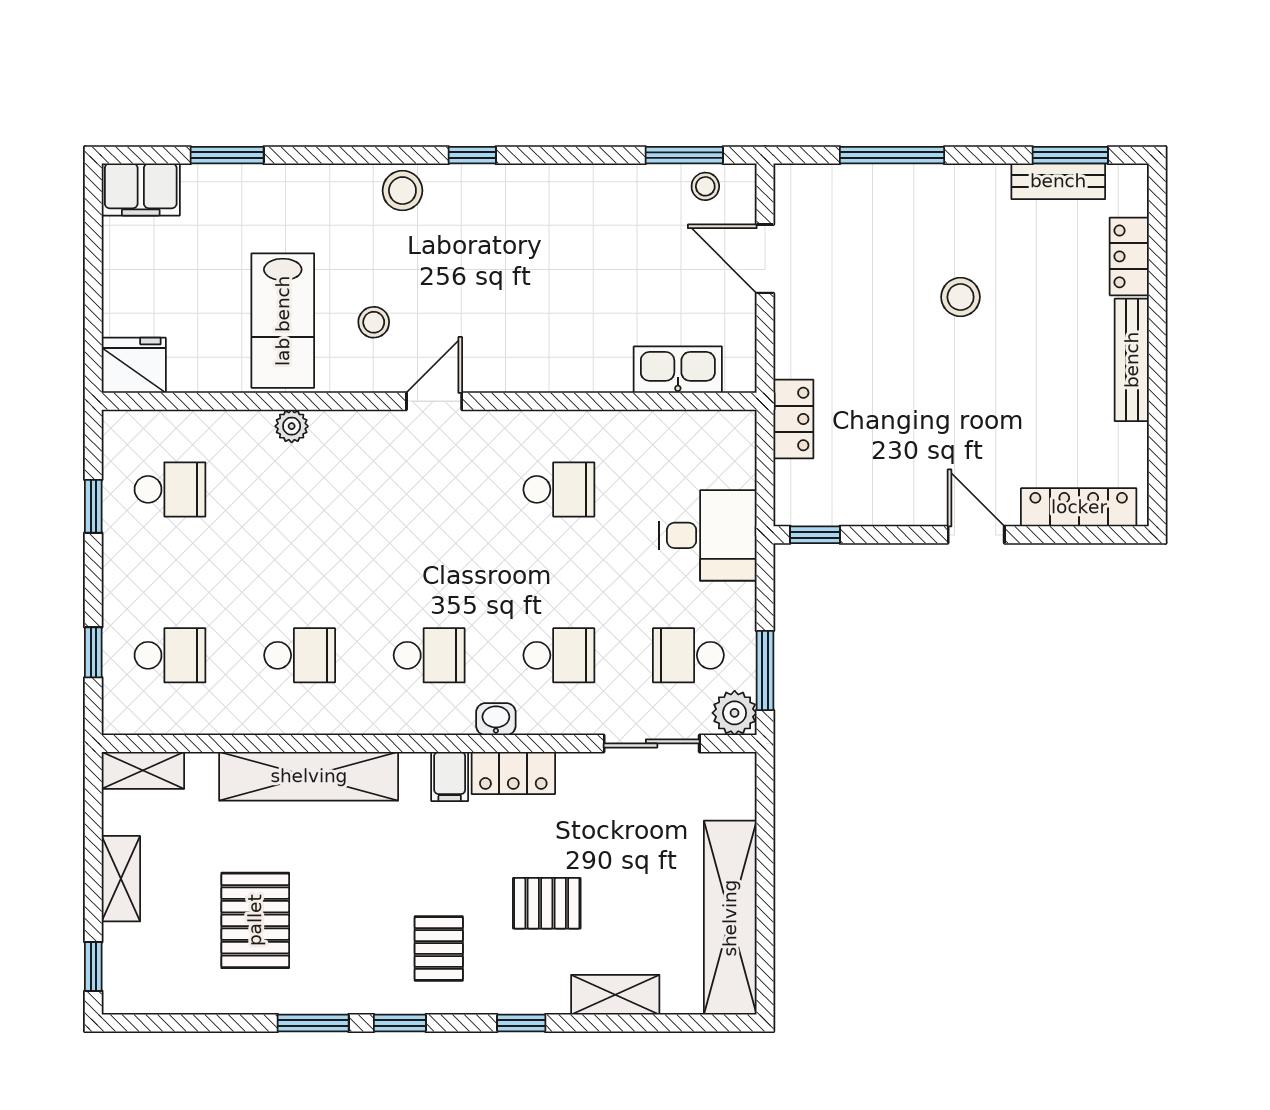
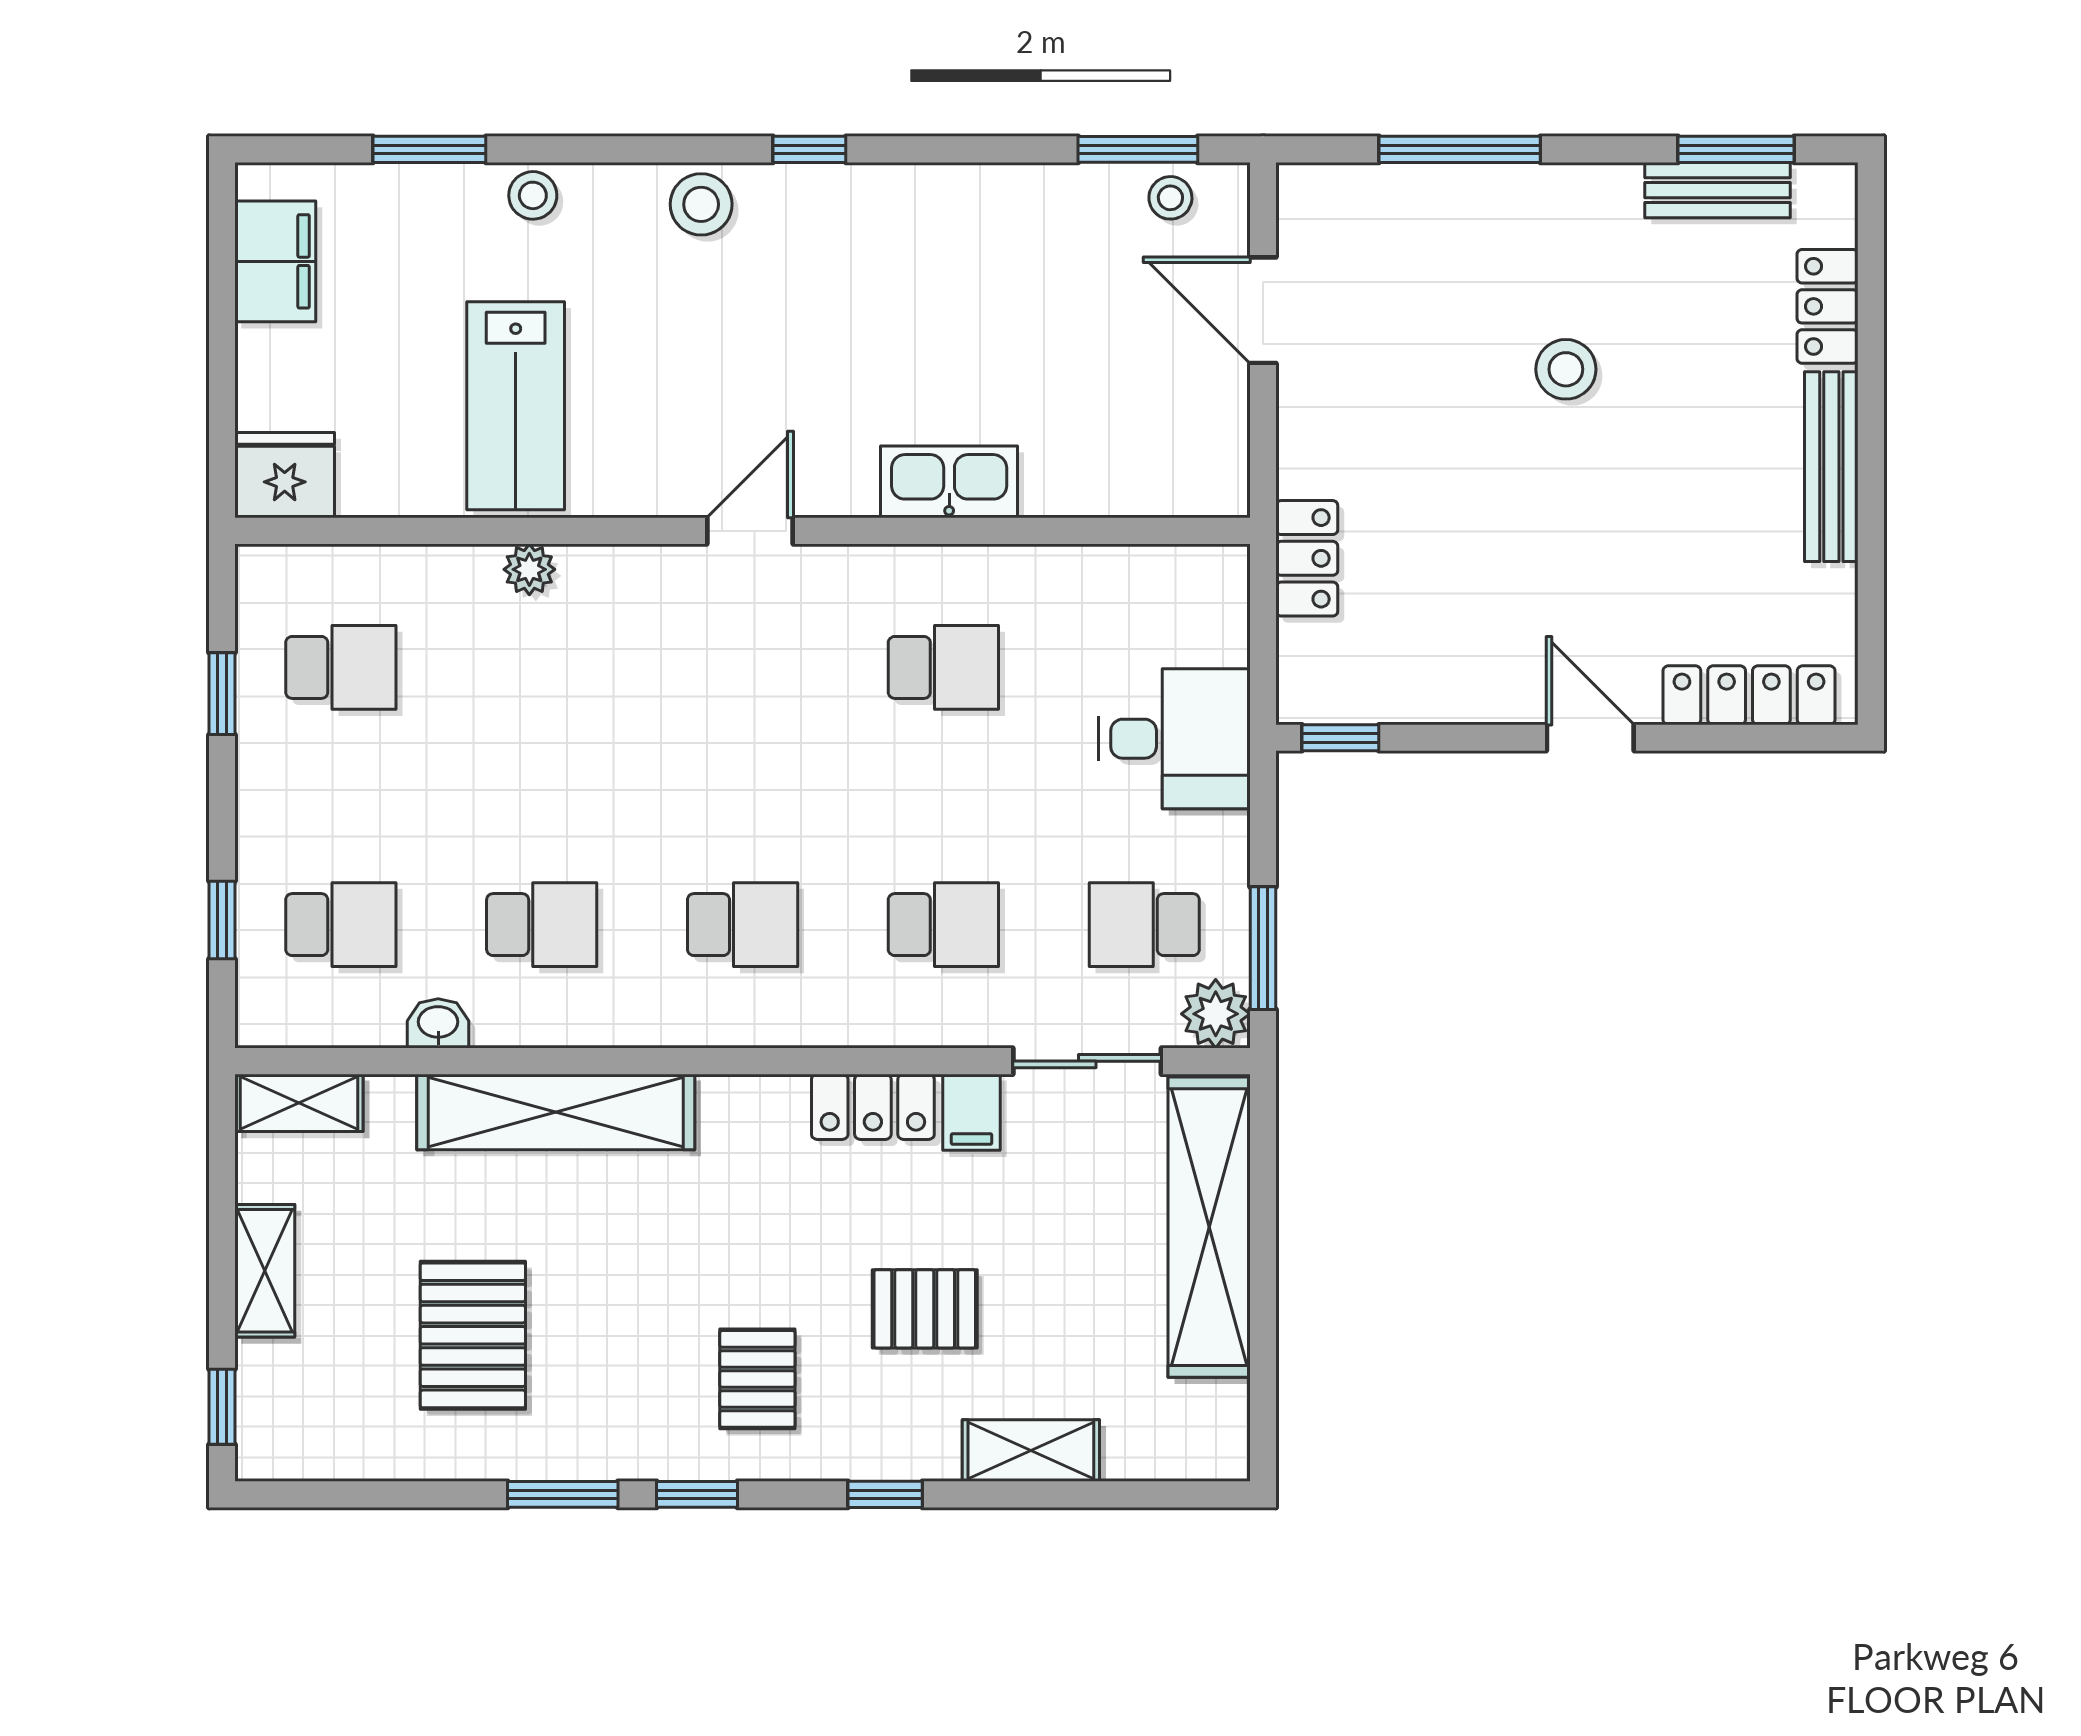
filing cabinet: (141, 190) -> (275, 261), moved, turned -90
stool: (374, 322) -> (533, 195), moved
kitchen sink: (678, 370) -> (949, 482), moved
washbasin: (496, 719) -> (438, 1023), moved
filing cabinet: (450, 776) -> (972, 1112), moved
shelving: (730, 918) -> (1209, 1227), moved

